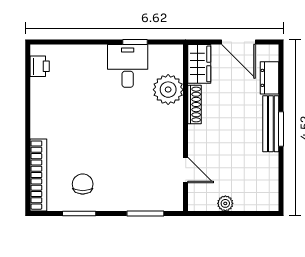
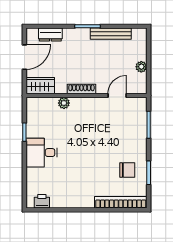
desk: (128, 66) -> (42, 153), moved
plant: (168, 90) -> (64, 103), width x0.53, depth x0.53
shoe rack: (195, 105) -> (81, 89), moved
bench: (271, 124) -> (111, 34), moved
chair: (83, 184) -> (127, 170), turned 180

